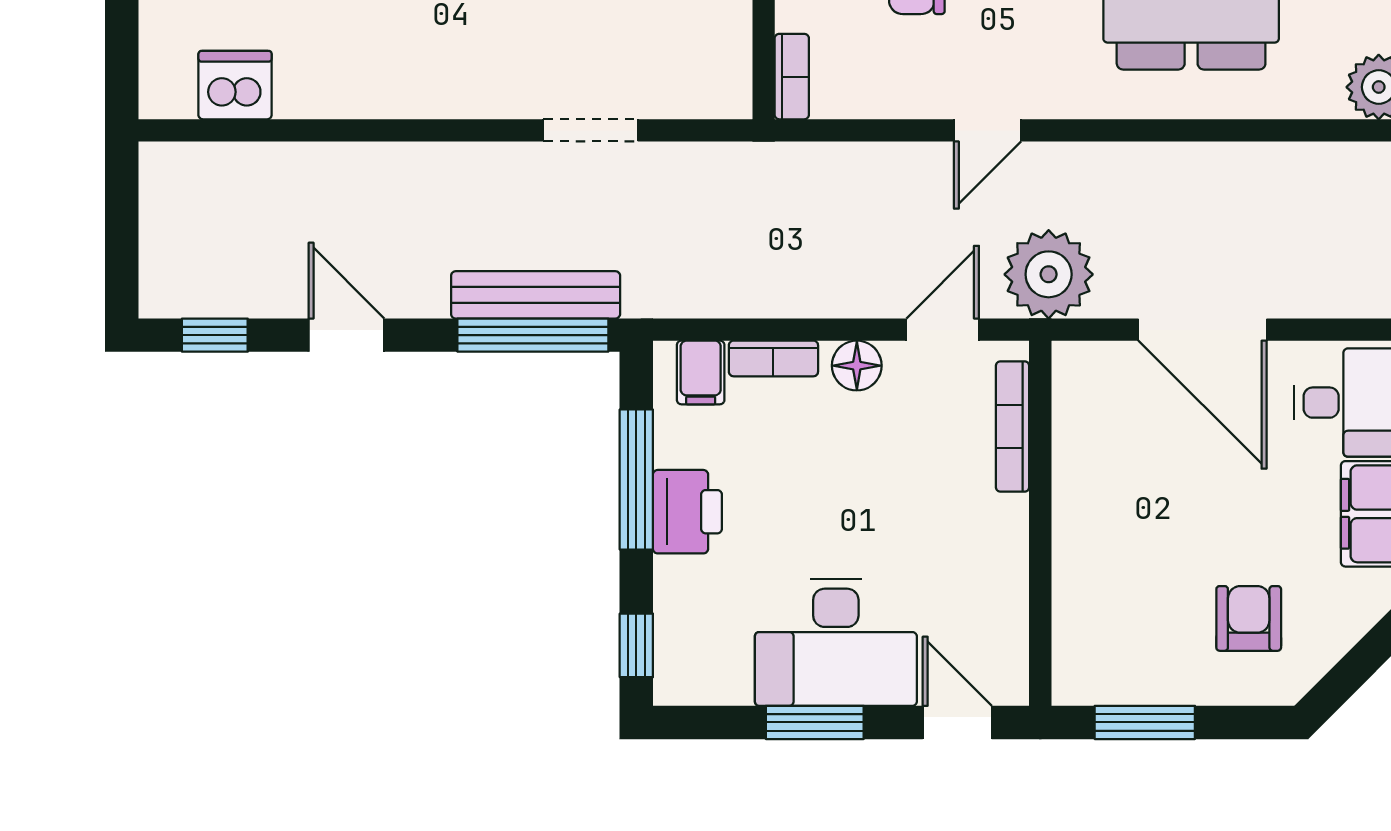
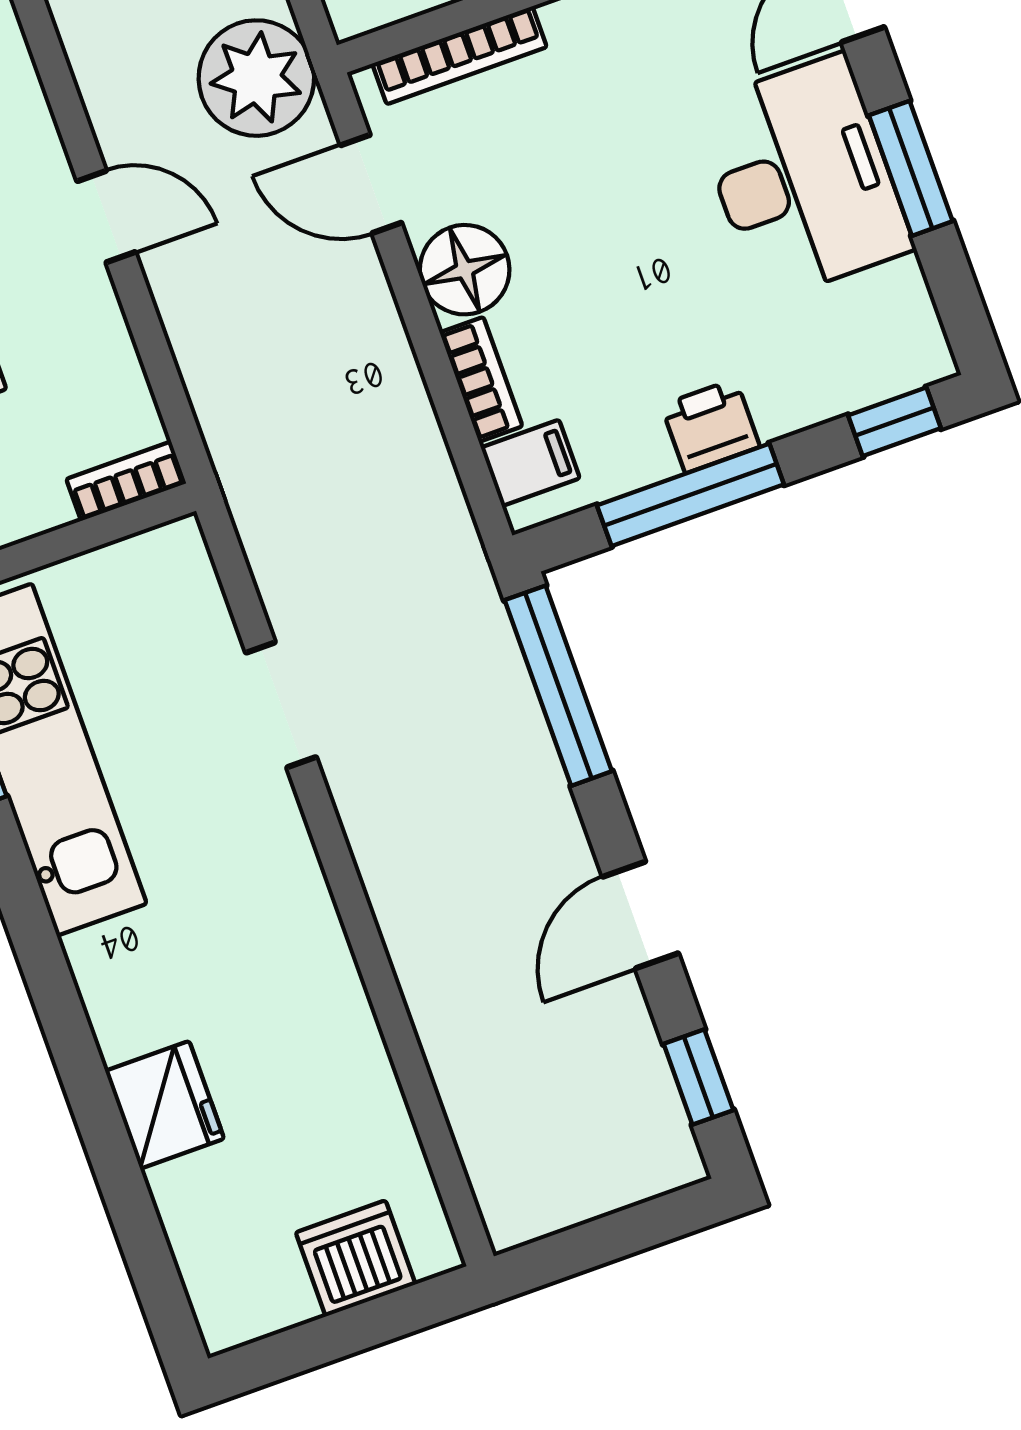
dishwasher: (235, 85) -> (356, 1258), moved, turned 90
bench: (536, 295) -> (508, 700), removed
floor lamp: (857, 366) -> (465, 270), width x1.38, depth x1.38
printer: (687, 512) -> (710, 426), width x0.73, depth x0.81

